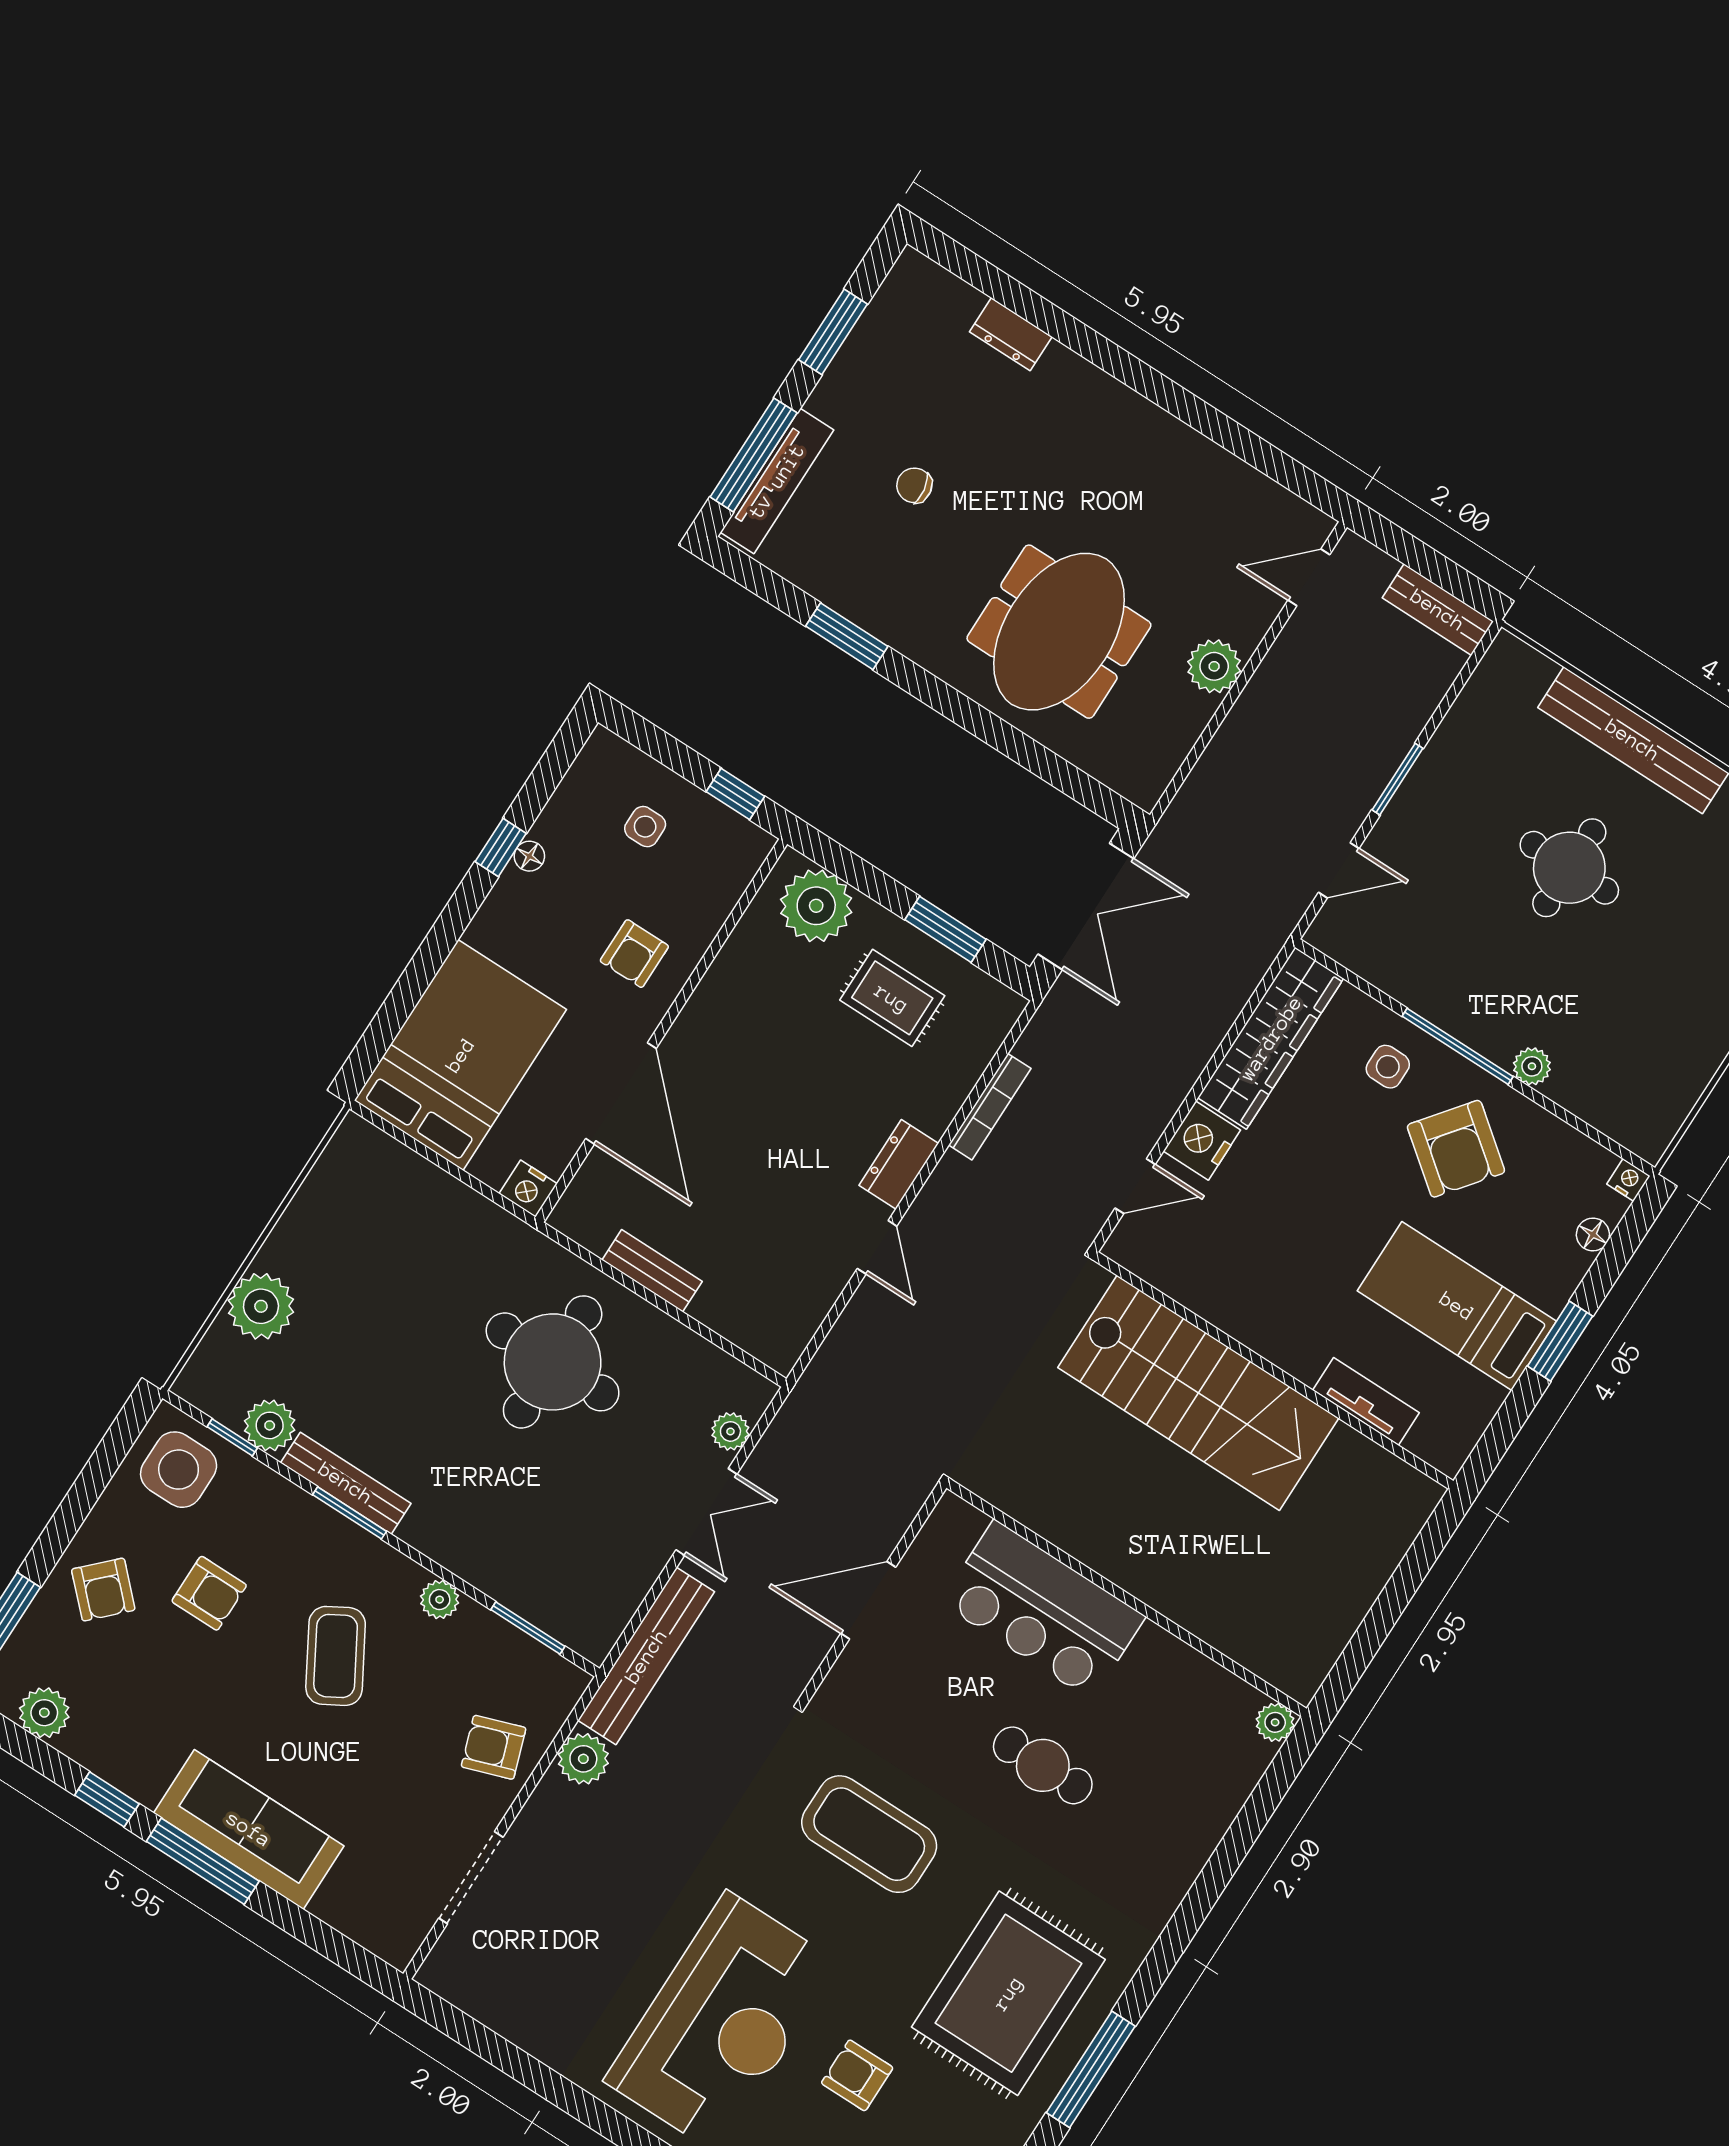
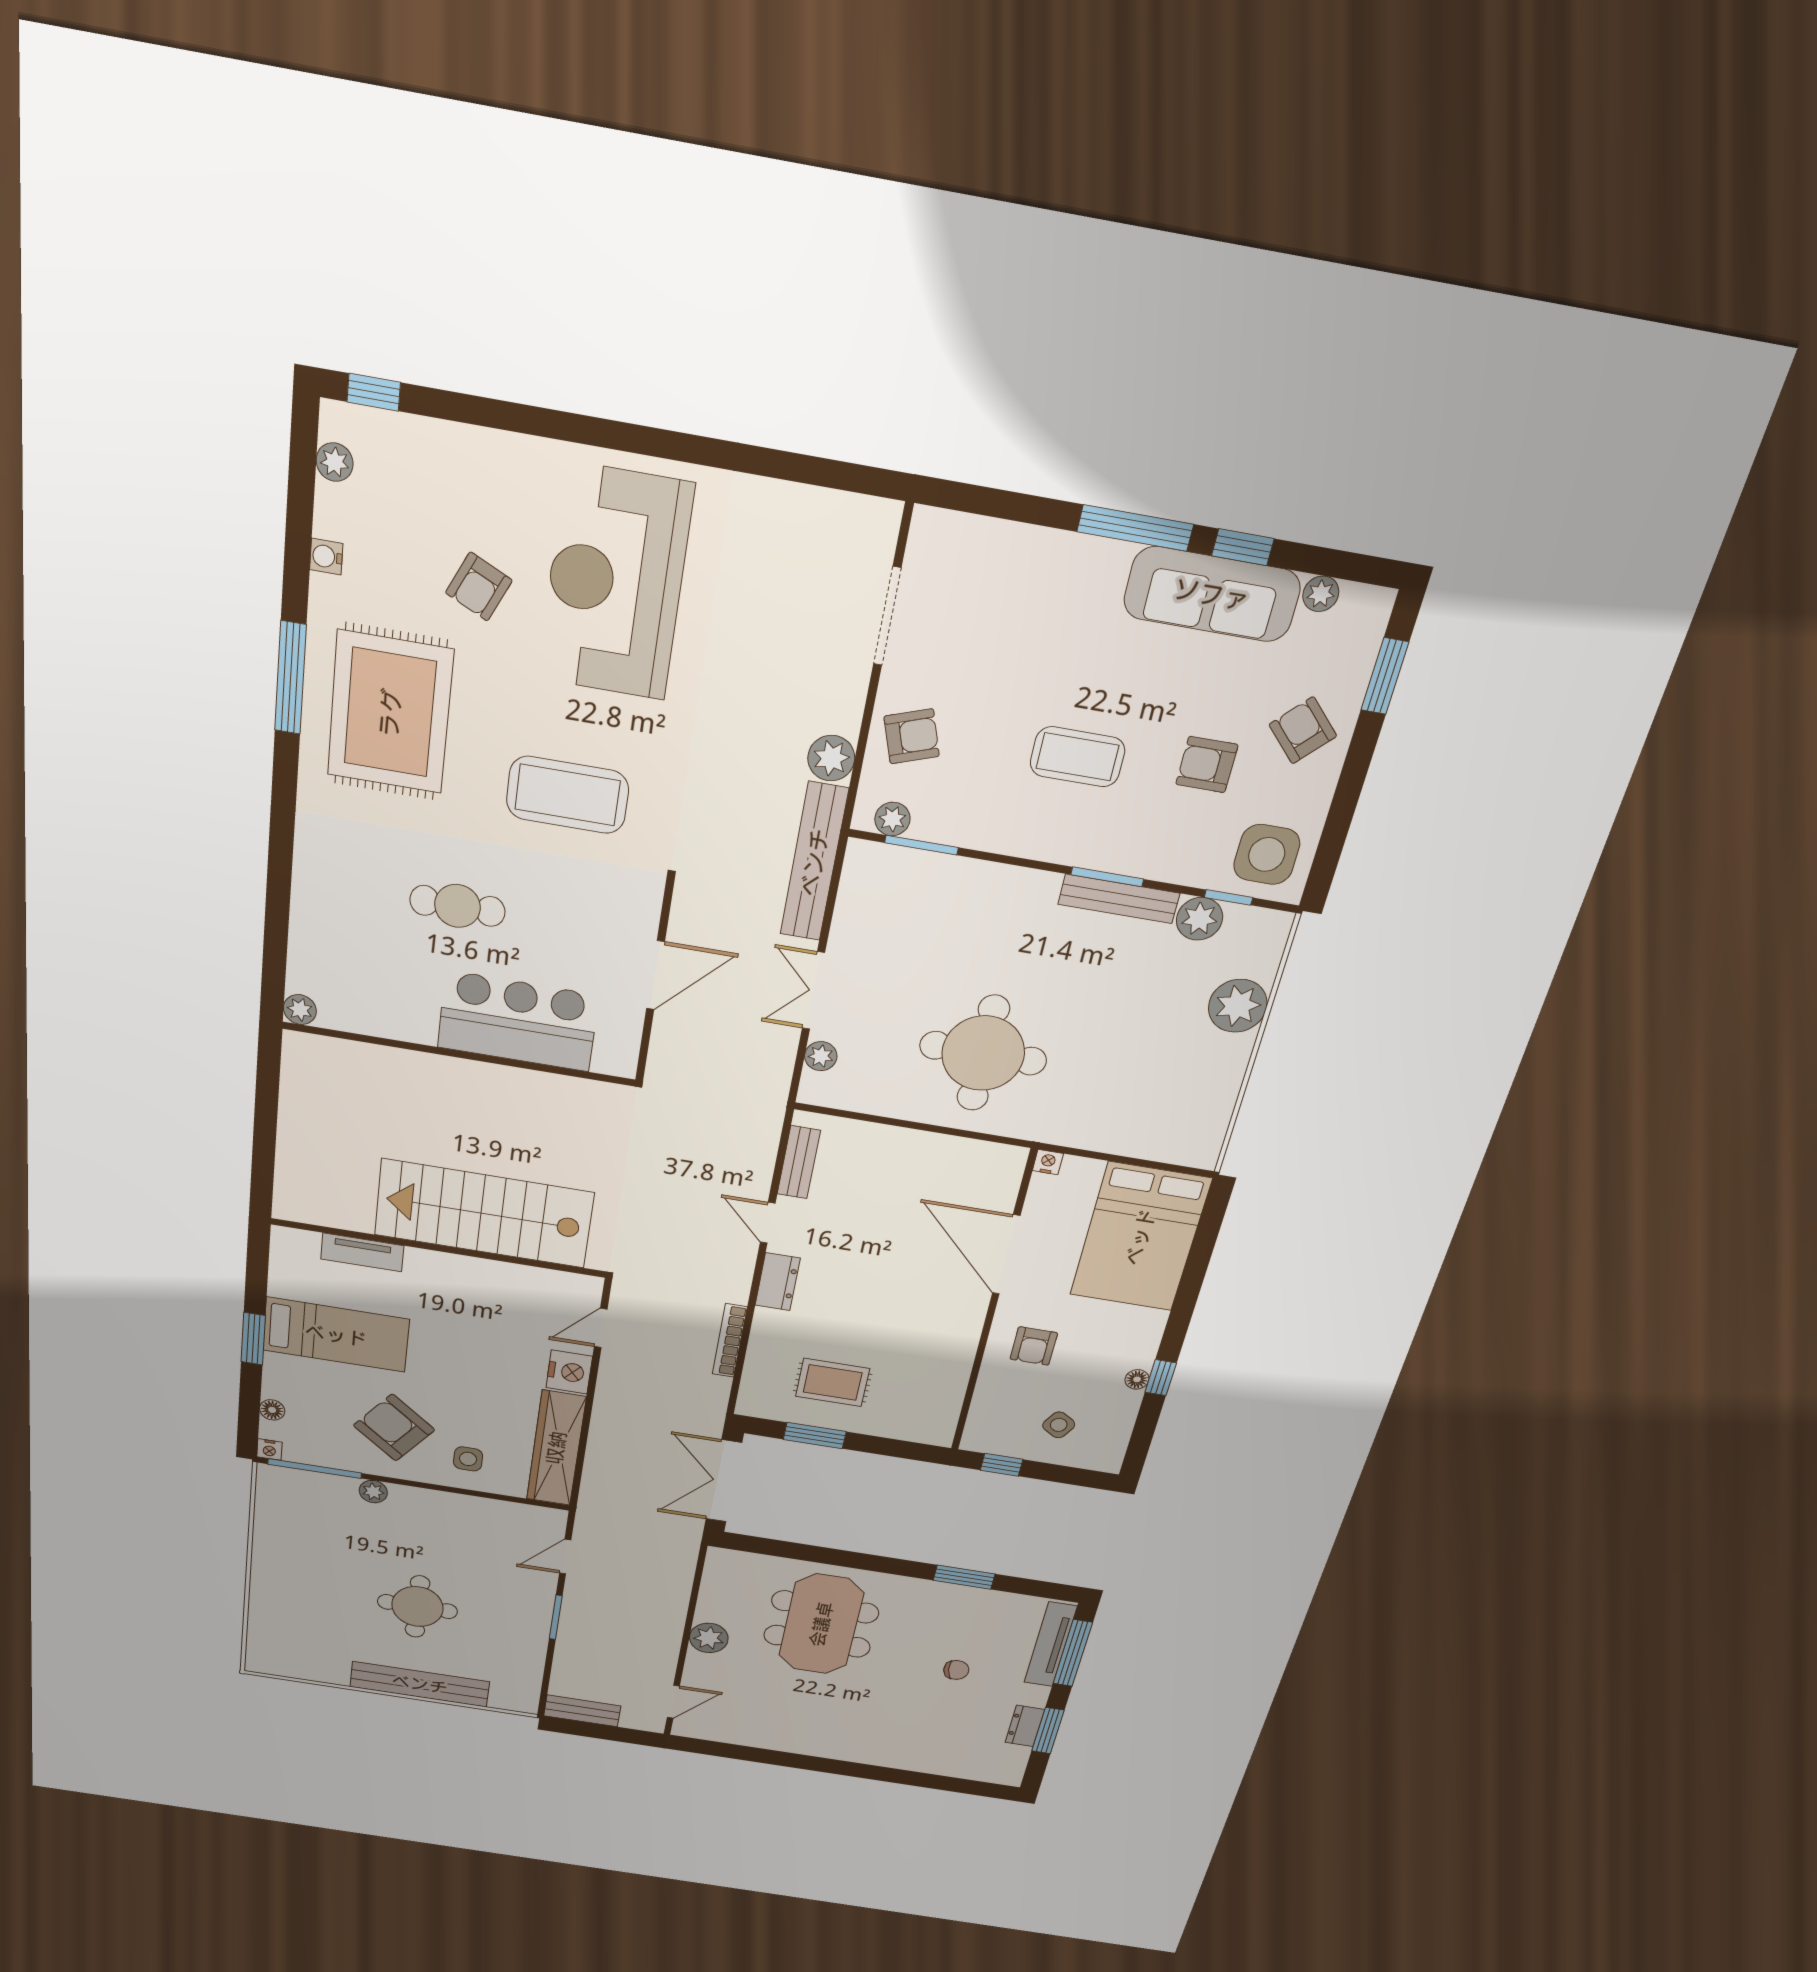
dresser: (1011, 334) -> (1025, 1726), moved, turned -90
side table: (645, 827) -> (1059, 1425), turned 32
plant: (816, 906) -> (914, 1419), removed
armchair: (634, 954) -> (1034, 1346), turned 180
window: (1458, 1046) -> (315, 1469), moved
nightstand: (528, 1189) -> (1048, 1162), width x0.72, depth x0.74
bench: (652, 1271) -> (799, 1162), moved, turned 90
plant: (440, 1600) -> (892, 819), moved
coffee table: (336, 1656) -> (1077, 757), turned -60
plant: (44, 1713) -> (1321, 594), width x0.73, depth x0.73
sofa: (249, 1829) -> (1212, 594), moved
armchair: (857, 2075) -> (479, 587), turned 115

